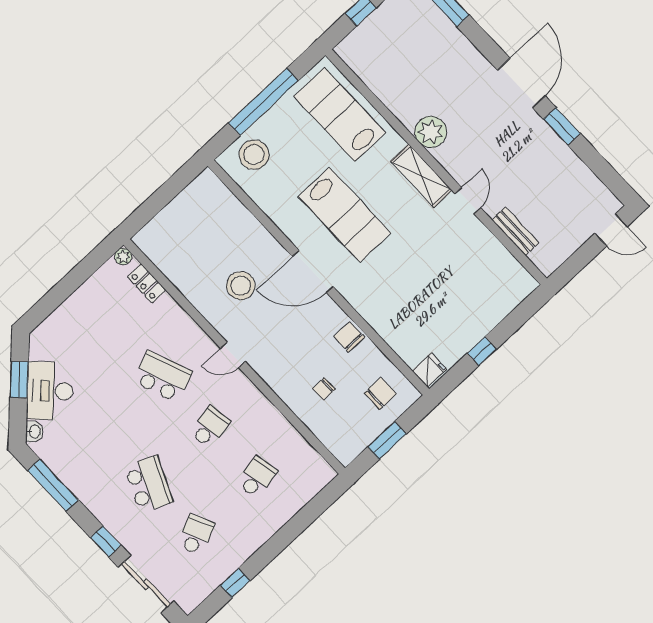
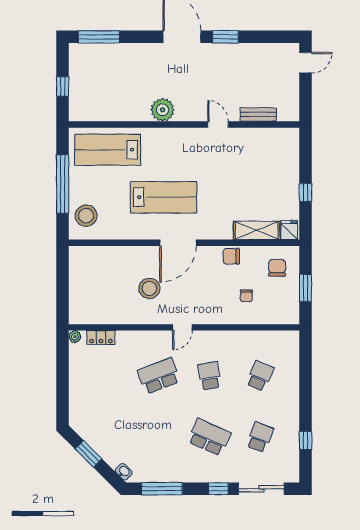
shelving: (421, 176) -> (257, 230), moved
desk: (50, 391) -> (110, 443), removed
school desk: (257, 477) -> (260, 376), turned 36
school desk: (196, 535) -> (260, 437), turned 45

